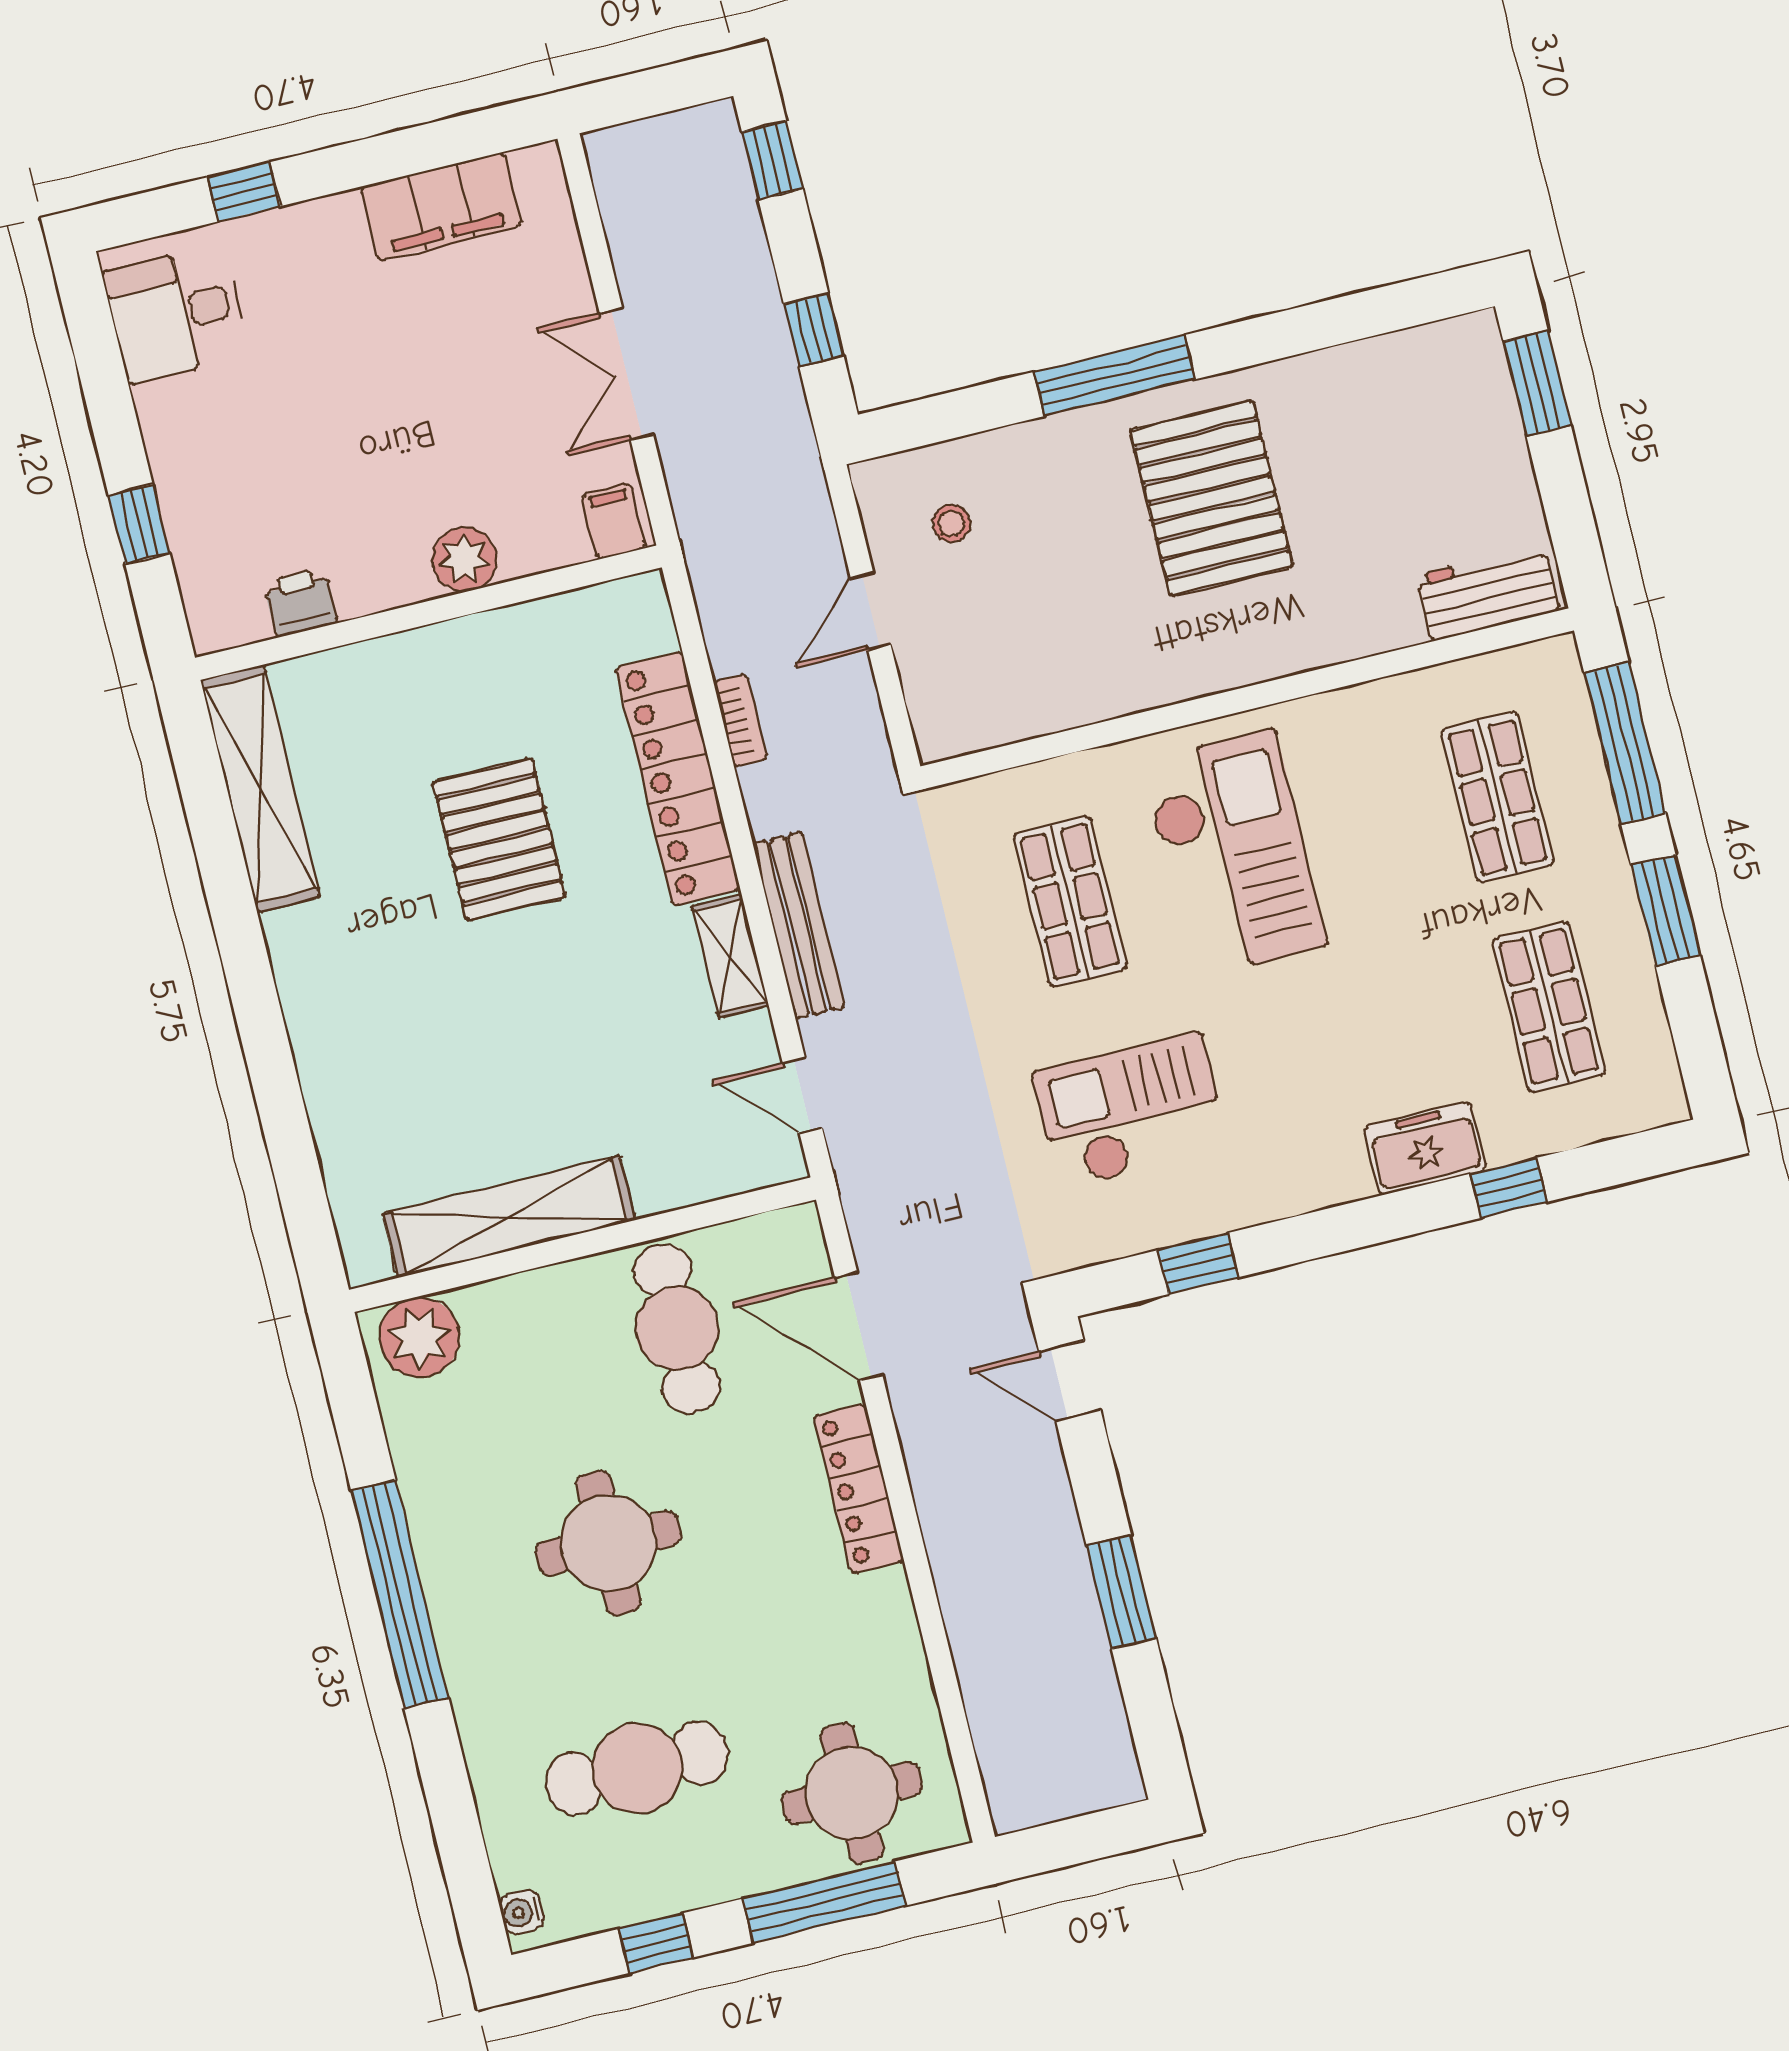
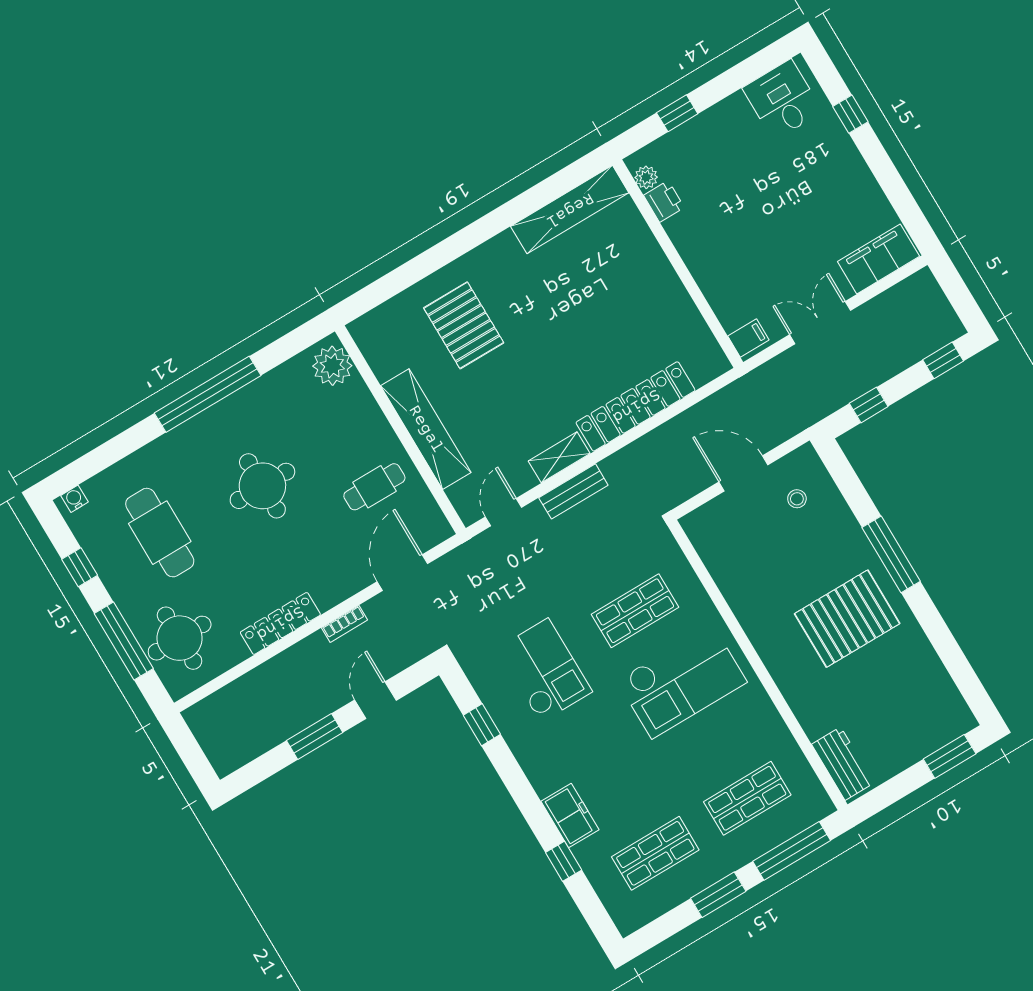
filing cabinet: (441, 206) -> (879, 259), moved, turned 90
plant: (464, 559) -> (646, 177), moved, width x0.73, depth x0.73
door: (871, 611) -> (743, 473), width x1.38
bookcase: (741, 720) -> (345, 624), moved
pallet: (499, 839) -> (464, 325), moved, turned 90
bench: (799, 925) -> (573, 491), width x0.73
shelving: (509, 1217) -> (426, 429), moved
cafe table: (677, 1328) -> (374, 487), width x0.73, depth x0.74
door: (1070, 1381) -> (376, 700), moved
locker: (859, 1489) -> (280, 623), moved

